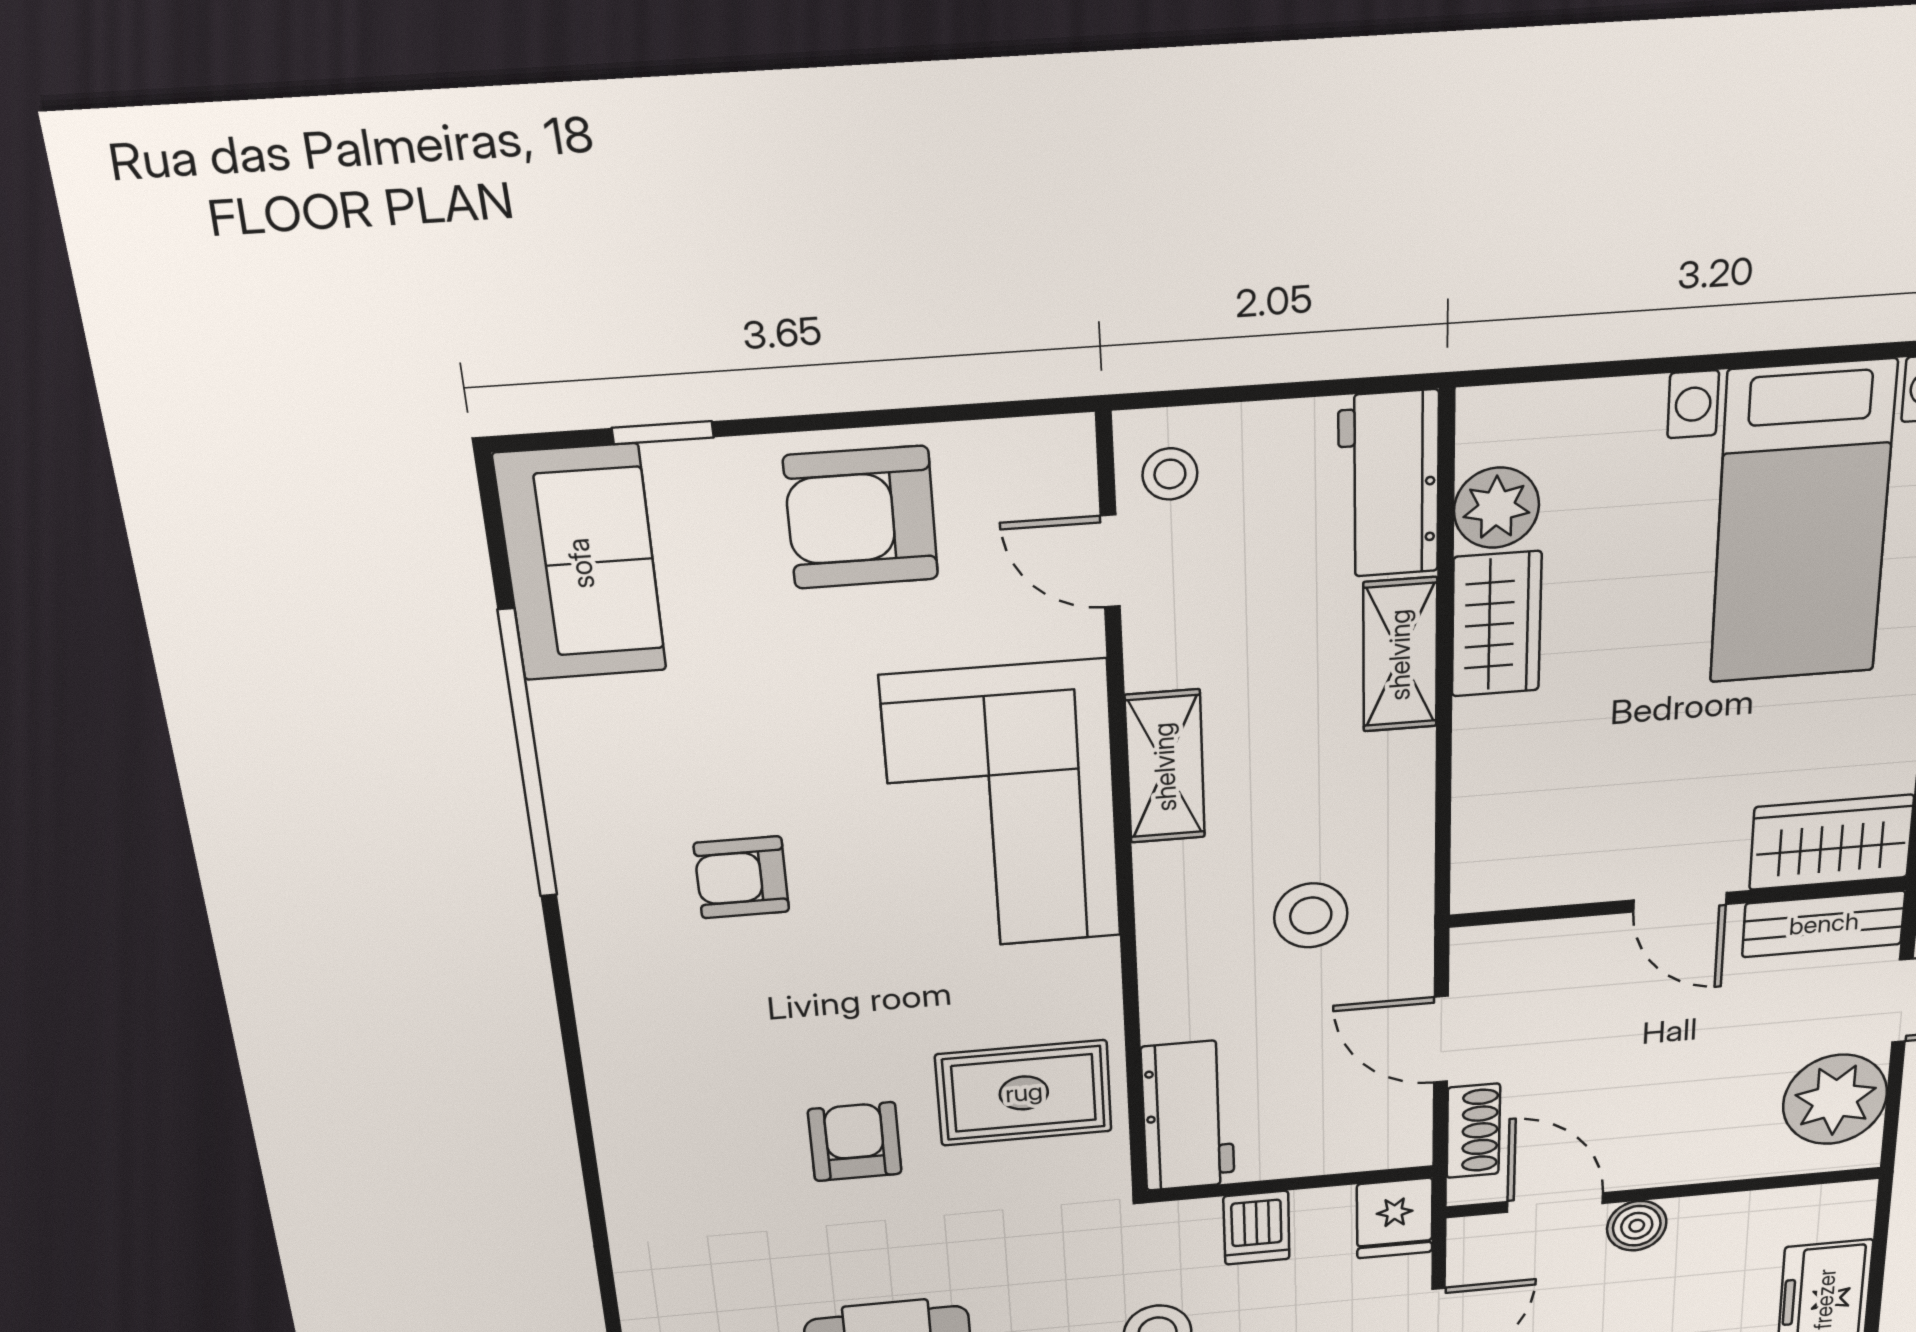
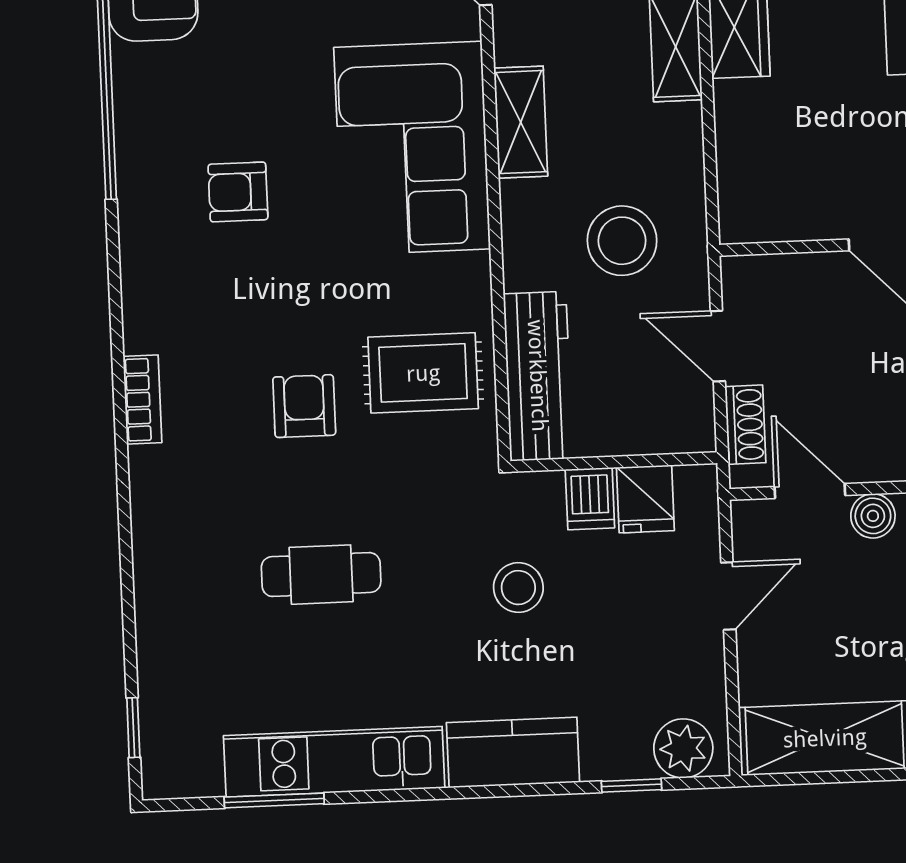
stool: (1311, 915) -> (622, 241), width x1.38, depth x1.38
workbench: (1188, 1116) -> (538, 376), width x1.38
bookcase: (620, 1146) -> (142, 400), added
fridge: (1395, 1218) -> (645, 499), moved

